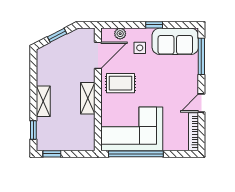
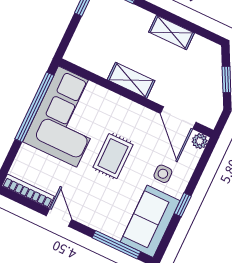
plant: (120, 34) -> (200, 141), moved
rug: (121, 83) -> (113, 156), moved
shelving: (43, 101) -> (172, 32), moved

